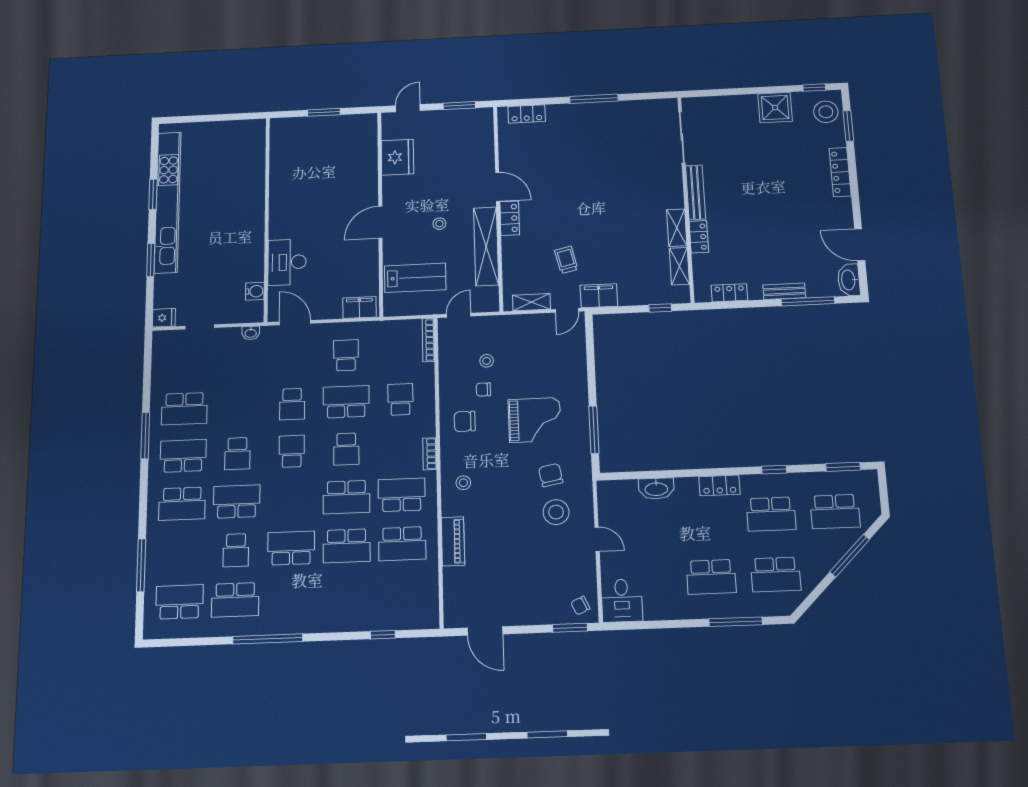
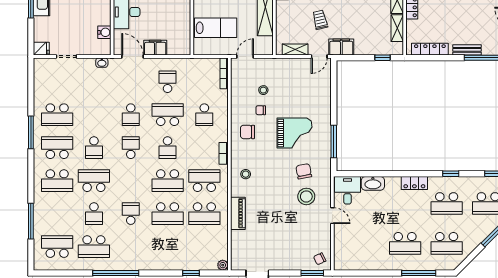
locker: (729, 293) -> (430, 49), width x1.53
filing cabinet: (359, 307) -> (155, 48), moved
school desk: (400, 399) -> (204, 115), turned 180
school desk: (291, 548) -> (131, 214), width x0.54
desk: (622, 601) -> (347, 190), moved, turned 180
plant: (431, 621) -> (223, 265), added

